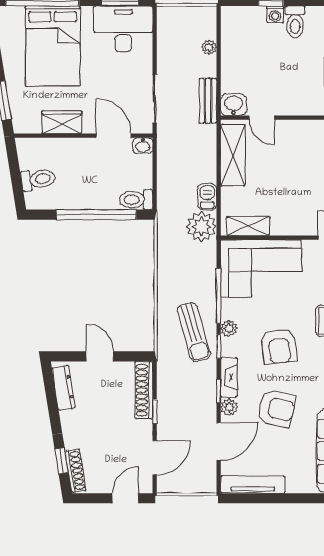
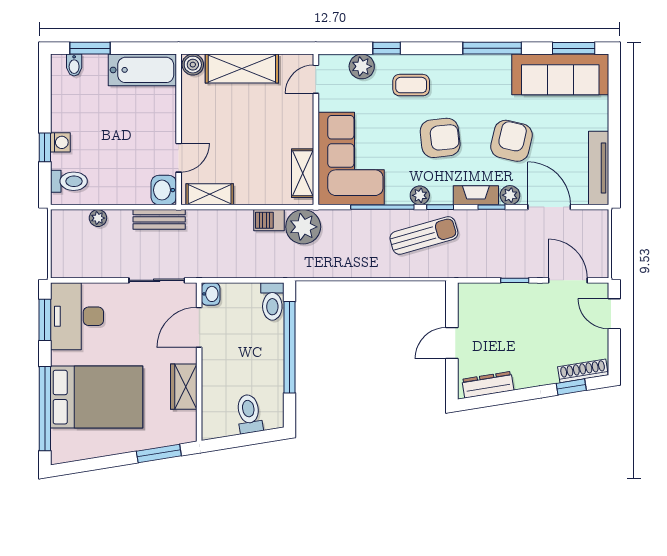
toilet: (295, 22) -> (69, 181), moved
shelving: (233, 155) -> (210, 194), width x0.67, depth x0.75
shoe rack: (144, 390) -> (490, 293), removed

